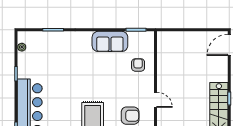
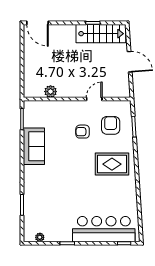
plant: (163, 58) -> (51, 92), added
armchair: (138, 65) -> (83, 132), moved

